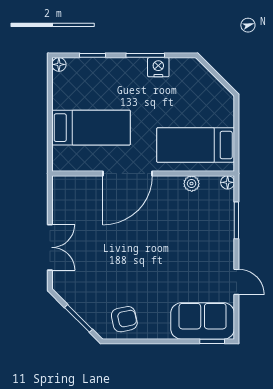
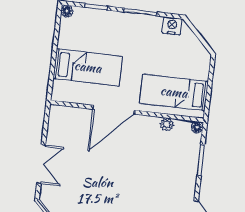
nightstand: (158, 67) -> (172, 26), moved

